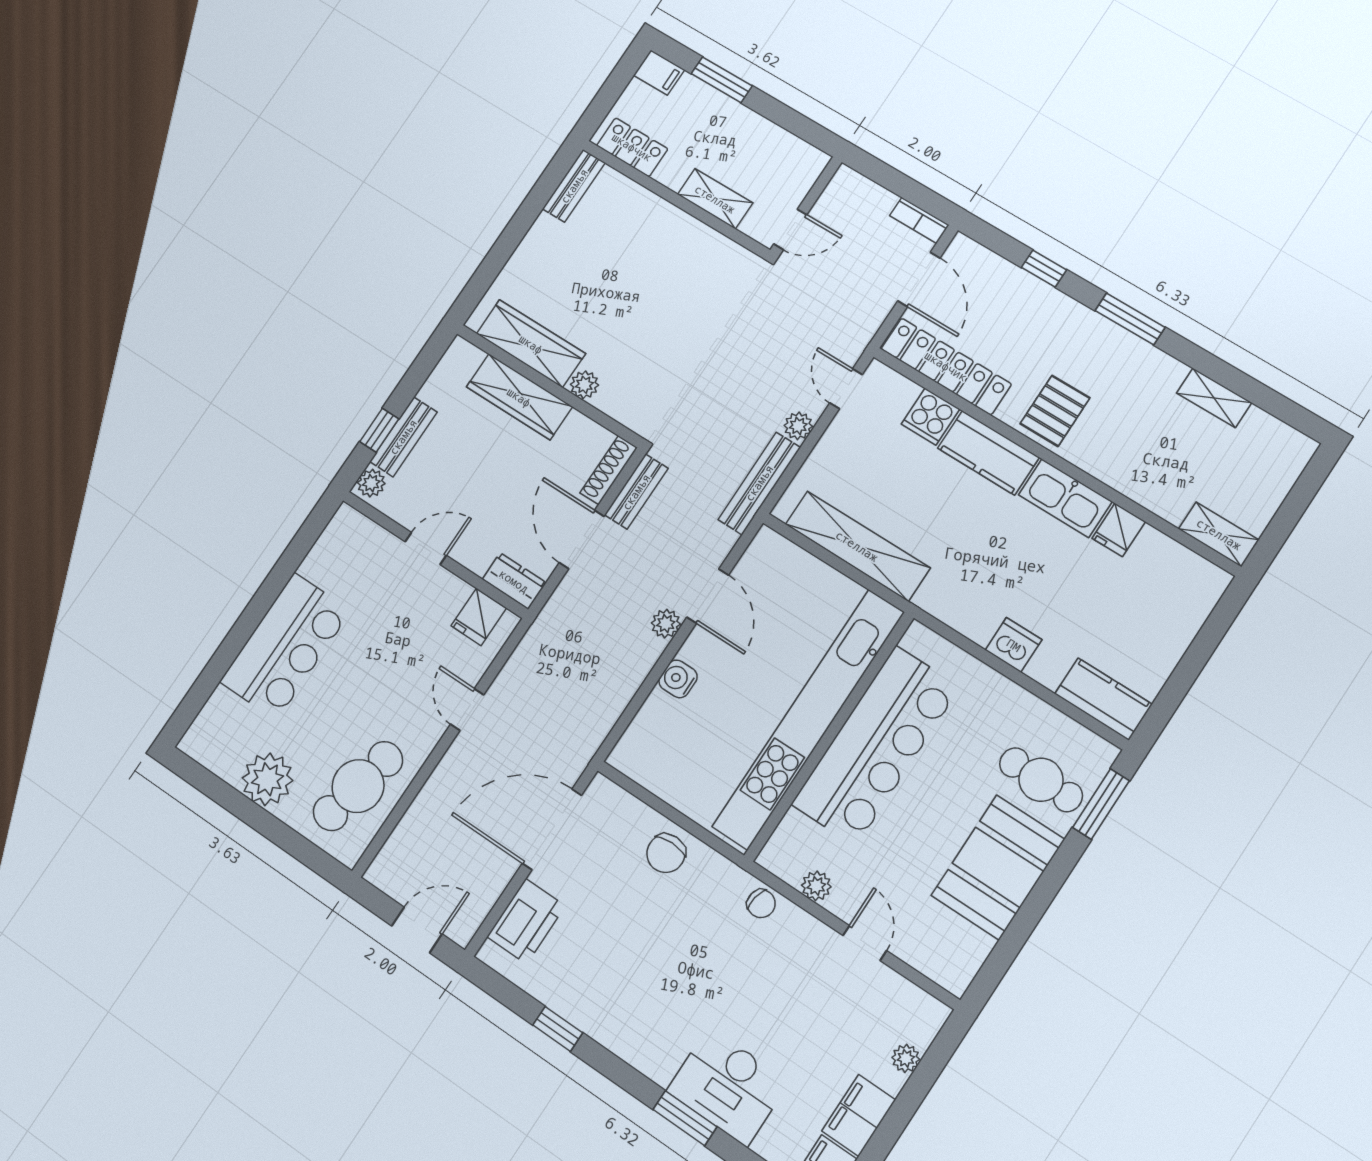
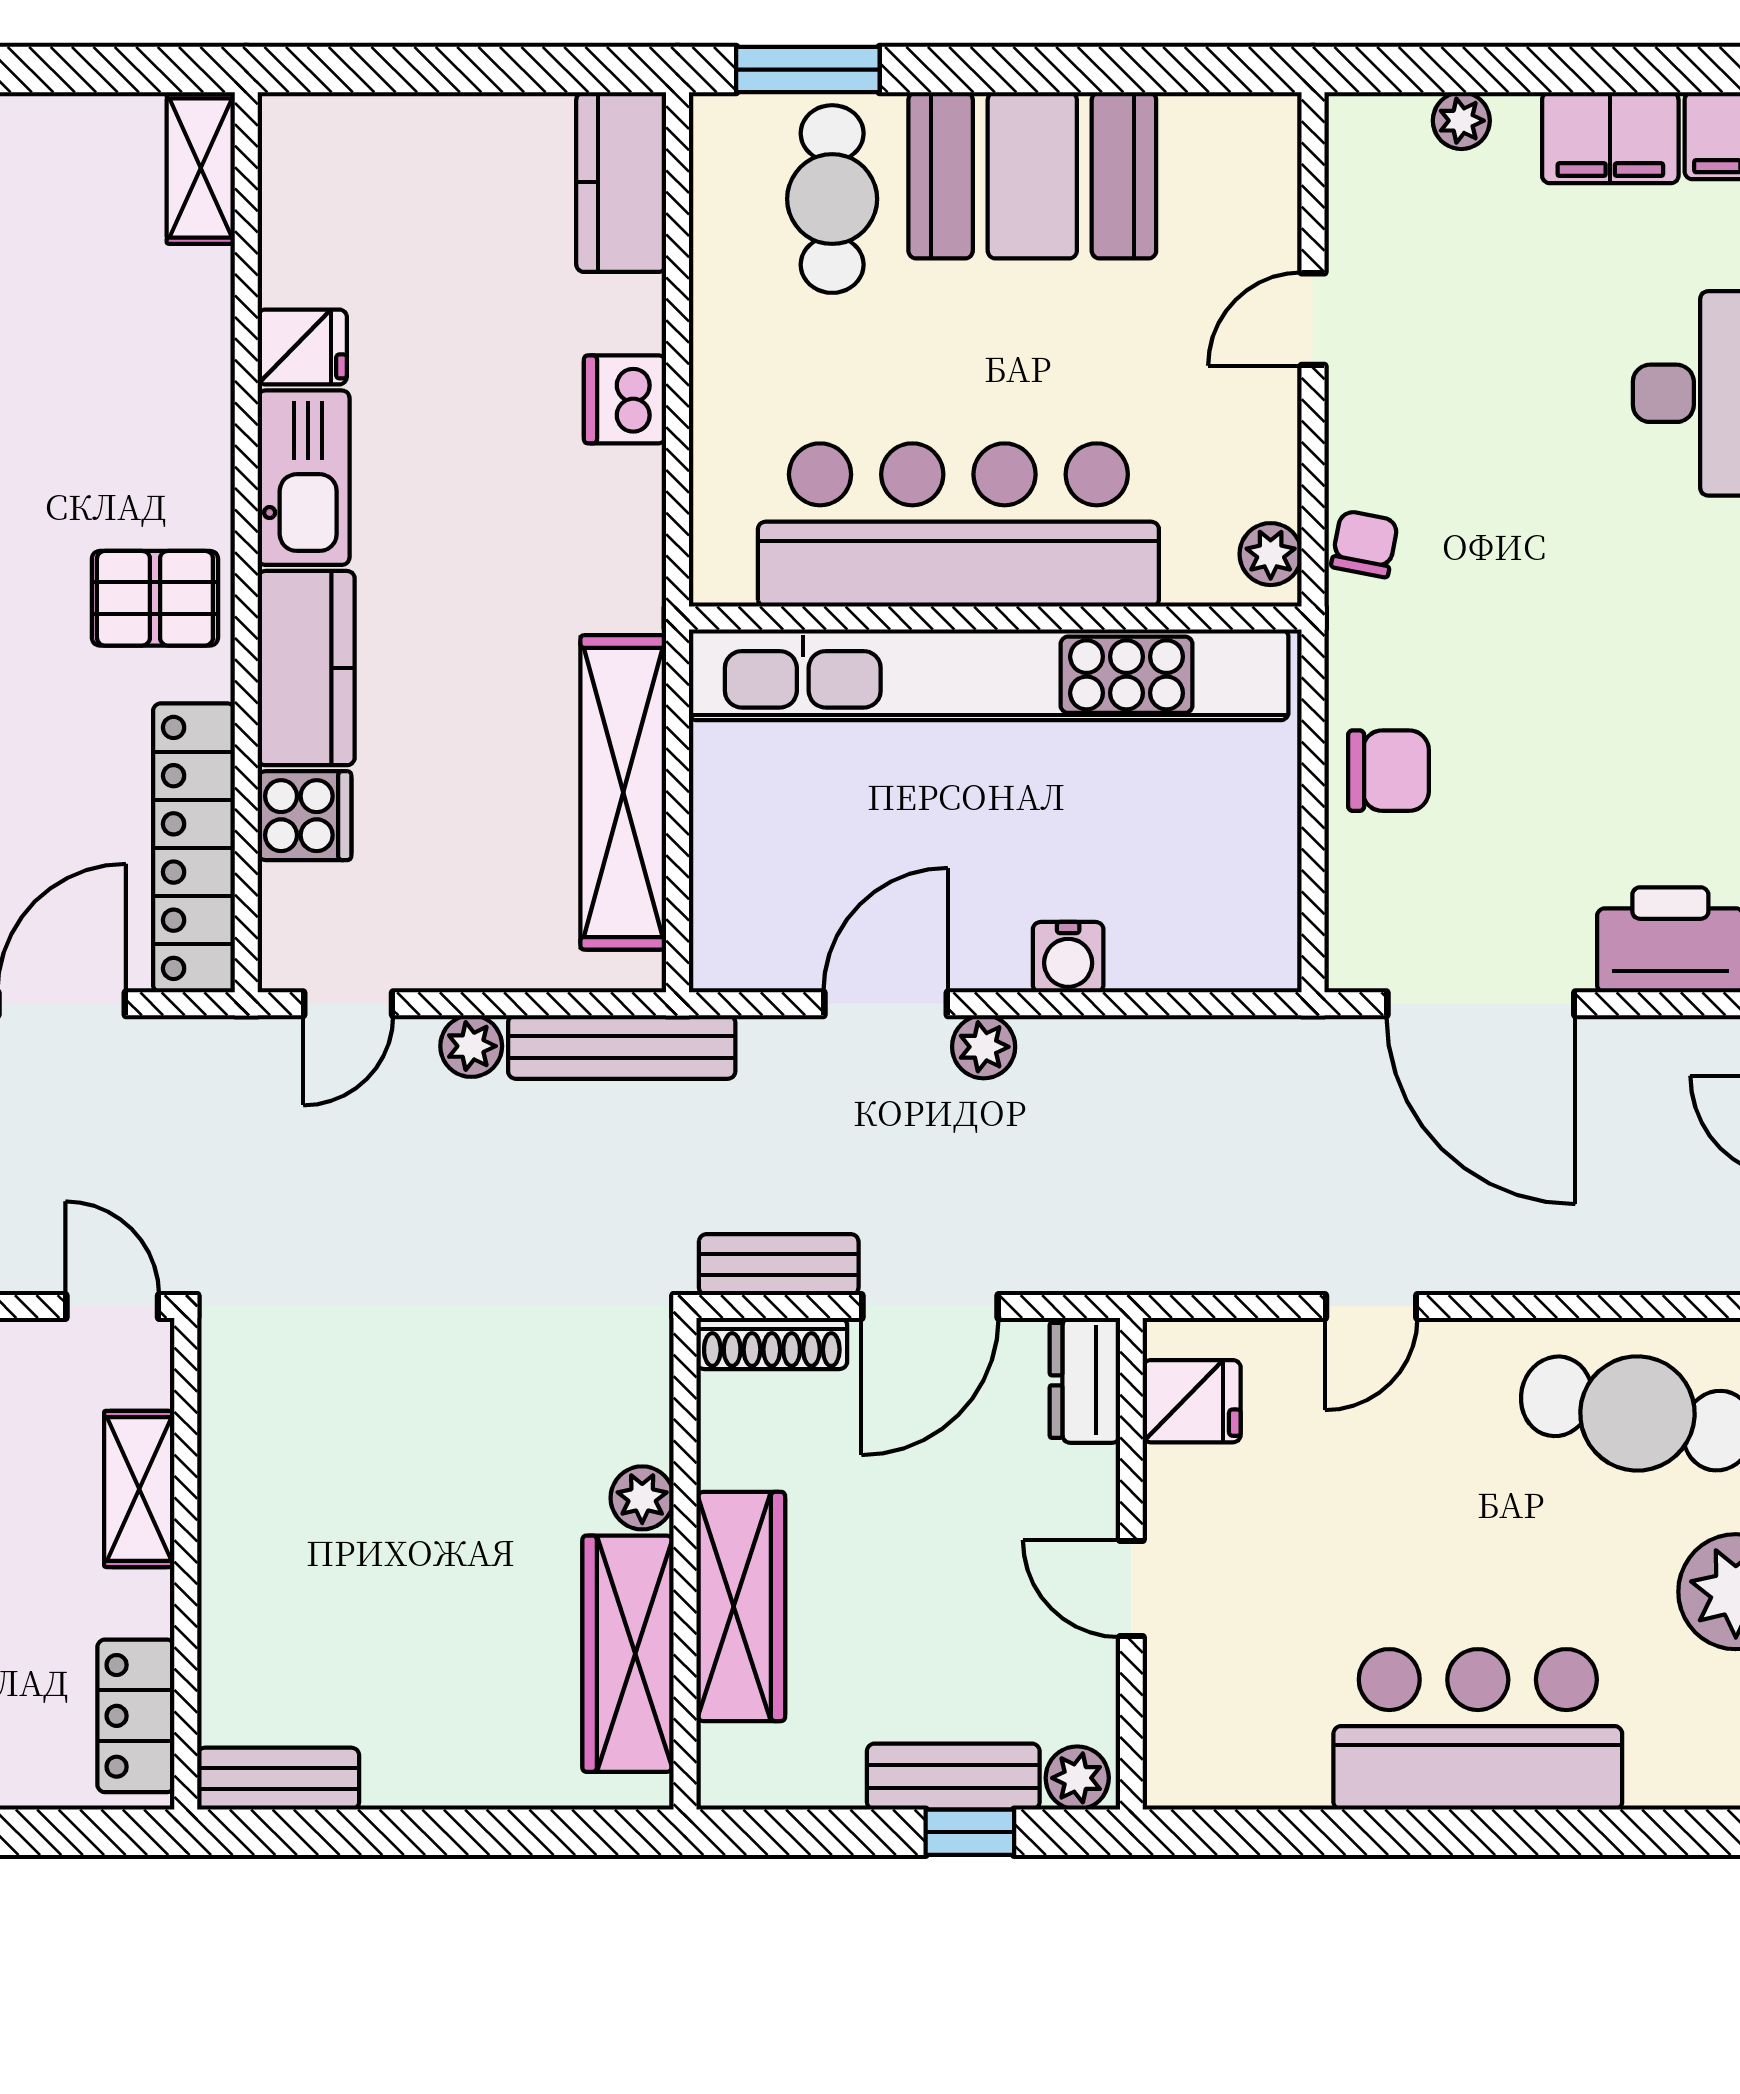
plant: (816, 886) -> (1271, 554), moved

